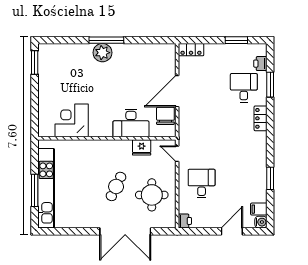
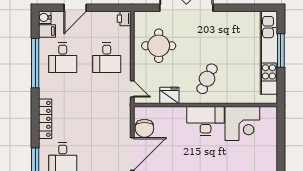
locker: (261, 118) -> (45, 119), width x1.53
desk: (131, 123) -> (206, 121), moved
window: (270, 178) -> (35, 63), width x2.11
desk: (244, 184) -> (63, 58), added
cafe table: (116, 186) -> (207, 79), moved

